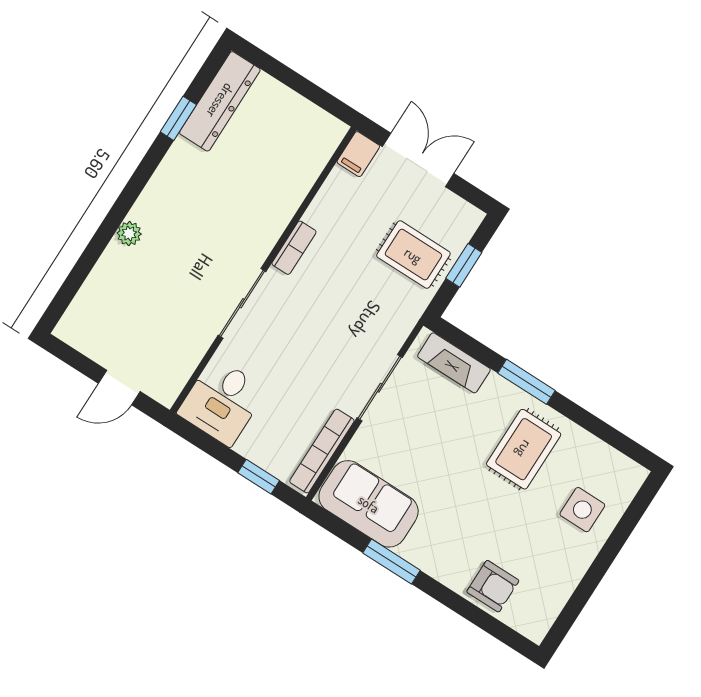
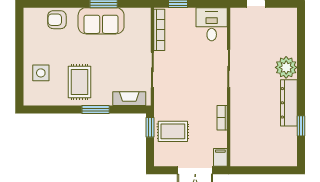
dresser: (220, 101) -> (289, 103), moved
plant: (129, 234) -> (286, 67), width x1.88, depth x1.88
bookcase: (294, 248) -> (222, 118), moved
window: (464, 265) -> (150, 127), moved
sofa: (369, 504) -> (101, 21), moved

